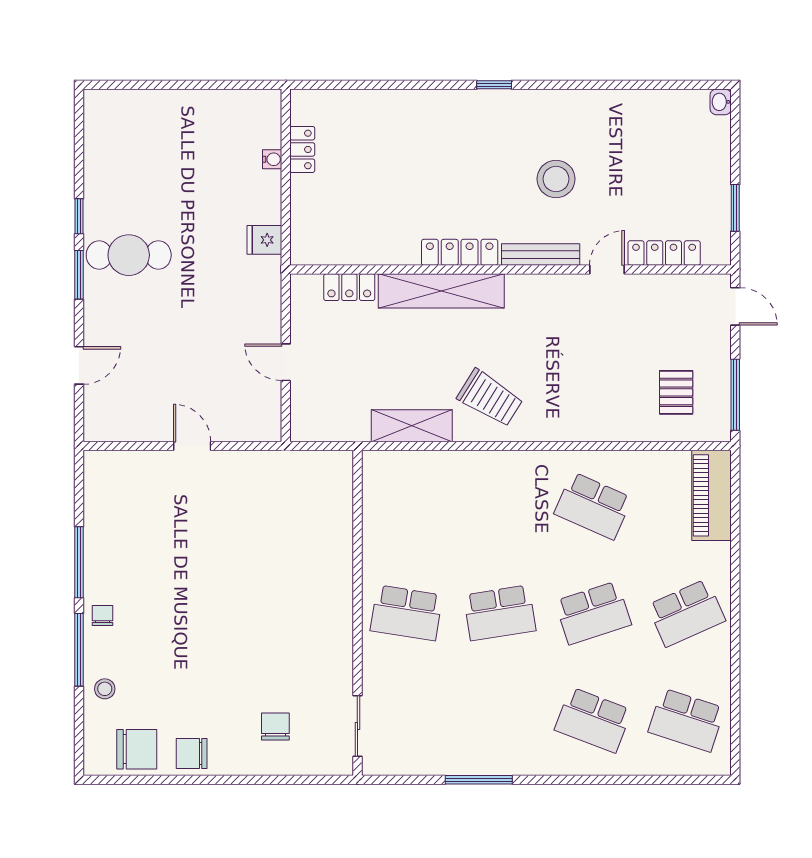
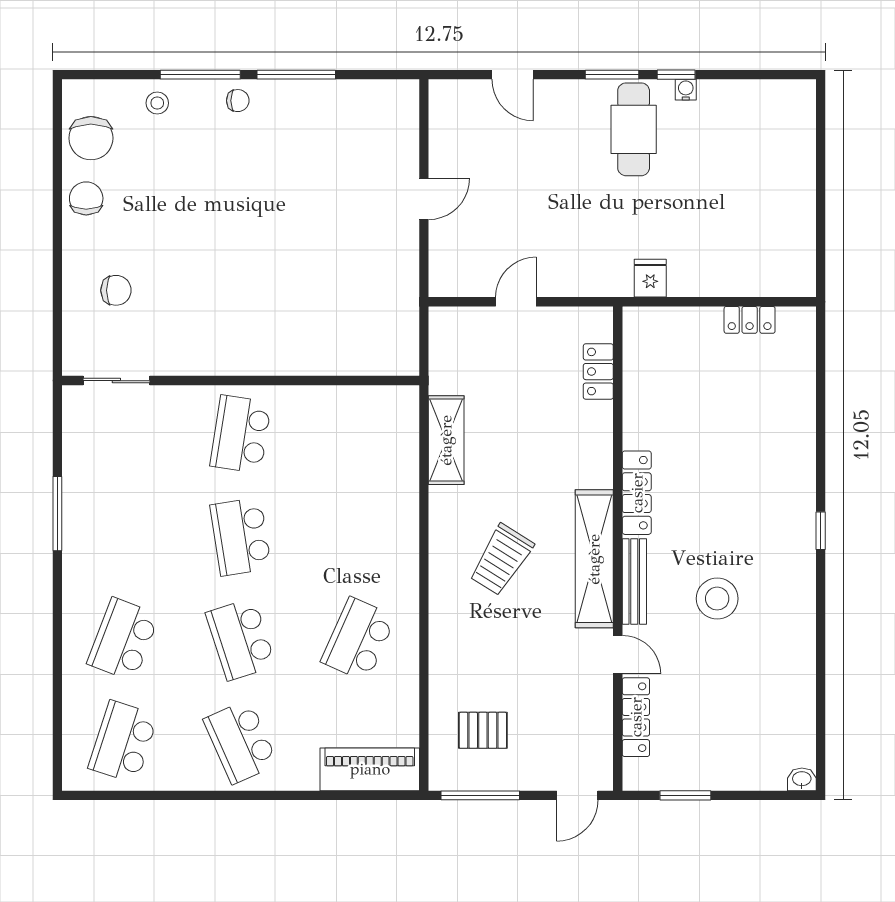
water cooler: (272, 159) -> (686, 90), moved, turned 180
shelving: (441, 291) -> (594, 559), moved
trolley: (490, 398) -> (501, 560), moved

